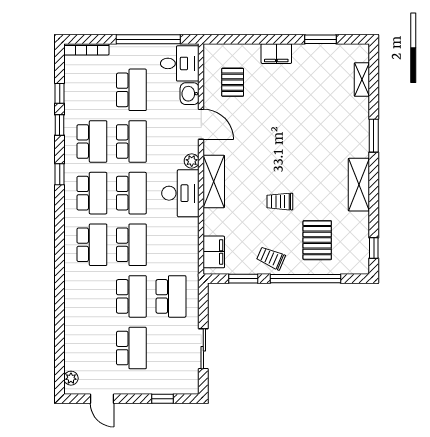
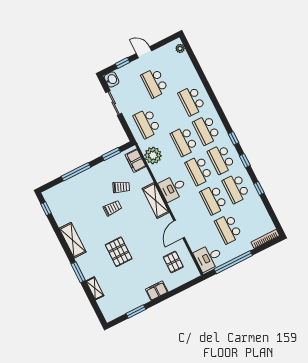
shelving: (362, 80) -> (95, 288), moved
window: (60, 93) -> (234, 138), moved
washbasin: (190, 94) -> (112, 79), moved
door: (201, 124) -> (179, 229), hinge flipped
plant: (192, 161) -> (153, 155), moved, width x1.87, depth x1.87
desk: (180, 193) -> (173, 188), width x0.73
pallet: (317, 240) -> (119, 252), moved
trolley: (271, 258) -> (121, 187), moved
window: (305, 279) -> (76, 172), width x0.68
school desk: (131, 296) -> (192, 101), moved
door: (102, 399) -> (144, 52), moved

